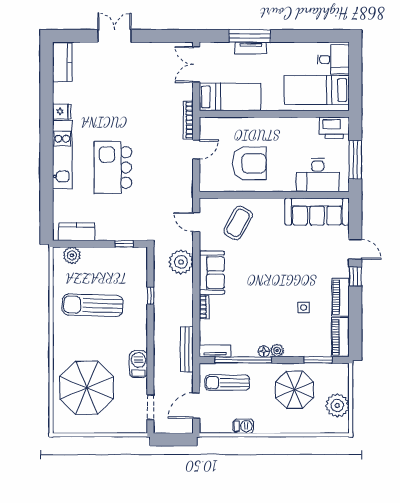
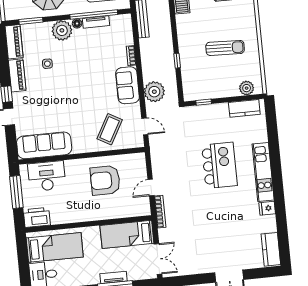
sun lounger: (92, 305) -> (225, 48), width x0.73, depth x0.75
tv unit: (215, 351) -> (96, 22), moved
plant: (277, 351) -> (62, 30), width x1.87, depth x1.87

